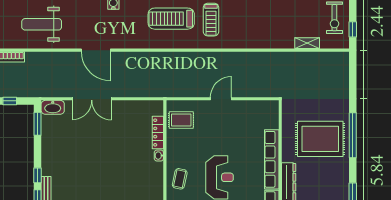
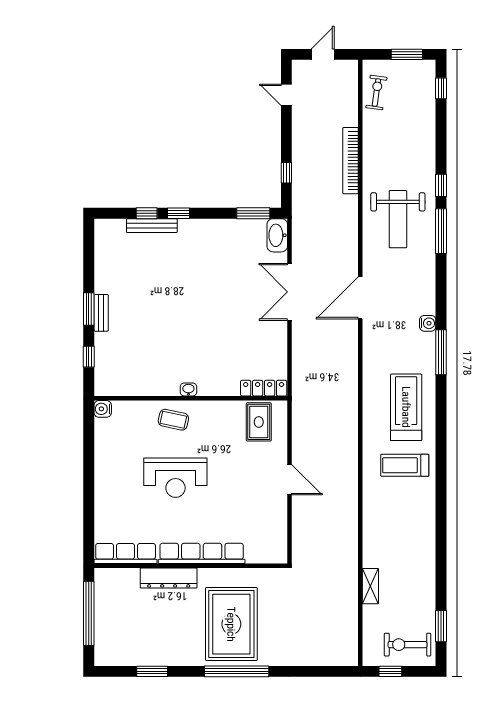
weight bench: (42, 24) -> (398, 219), turned 180
shelving: (307, 43) -> (370, 586), moved
locker: (158, 133) -> (264, 388), moved
washbasin: (159, 156) -> (188, 389), moved

